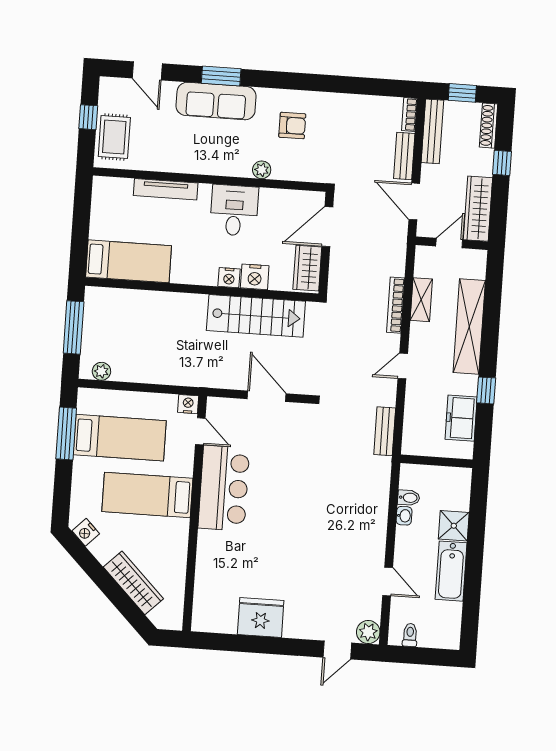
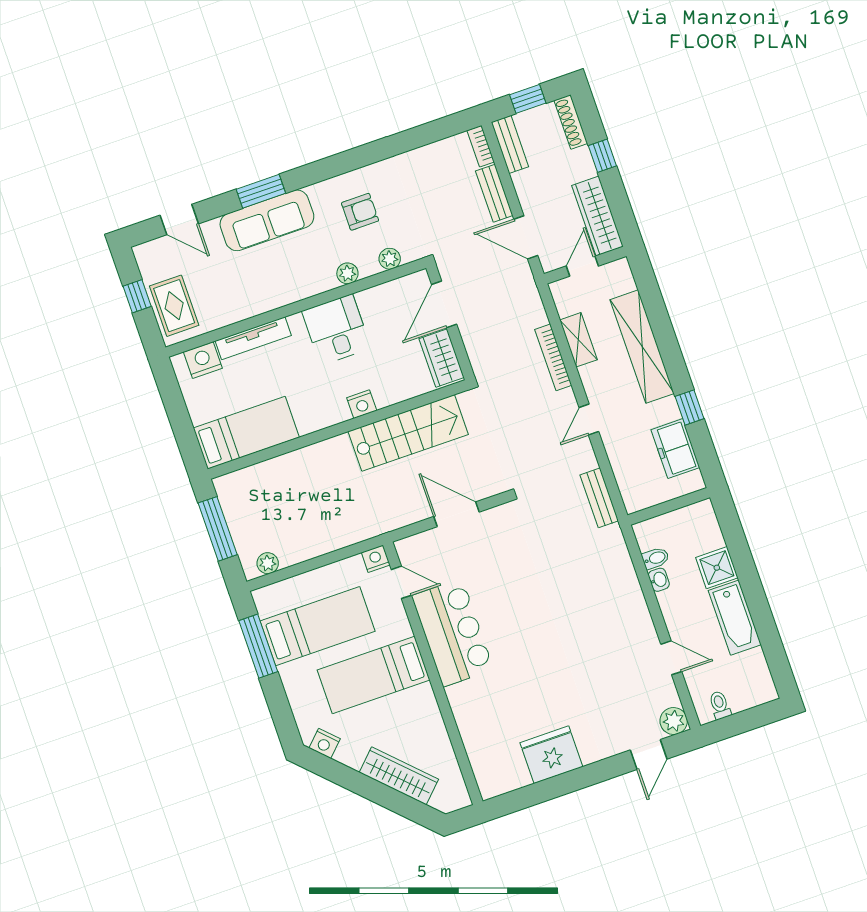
bench: (432, 131) -> (510, 144), width x0.73
plant: (300, 172) -> (390, 259), added
nightstand: (255, 277) -> (203, 360), moved, turned 180

